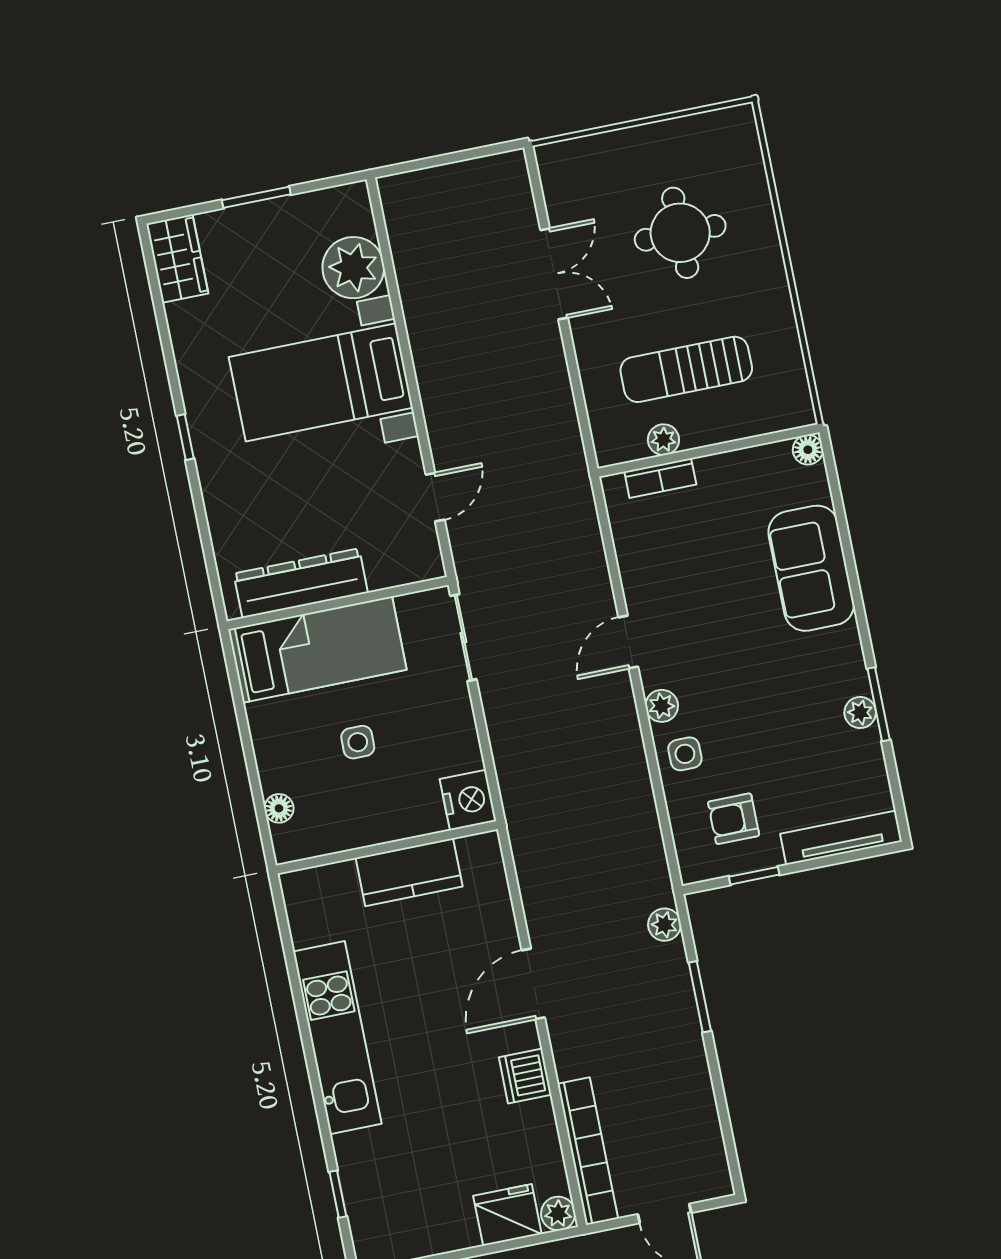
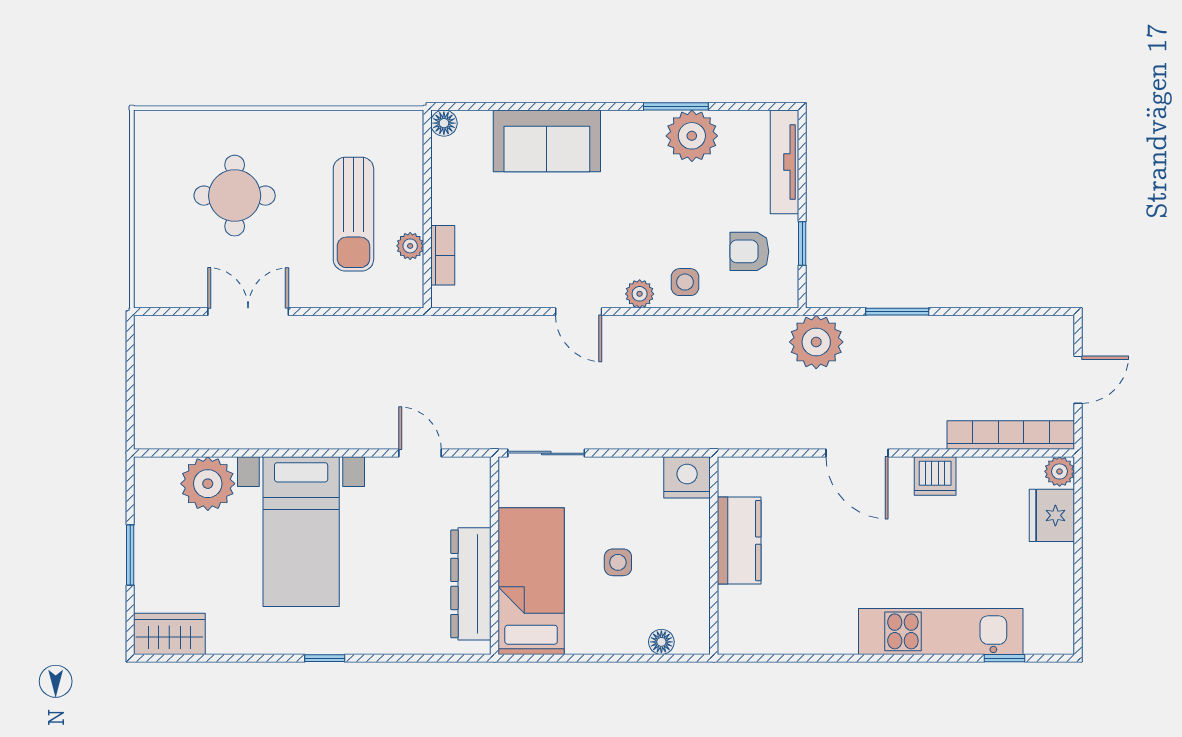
plant: (860, 712) -> (692, 136), width x1.88, depth x1.88
armchair: (734, 819) -> (749, 251), turned 90
plant: (664, 925) -> (816, 342), width x1.87, depth x1.87
kitchen unit: (337, 1038) -> (941, 631), moved

